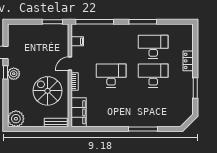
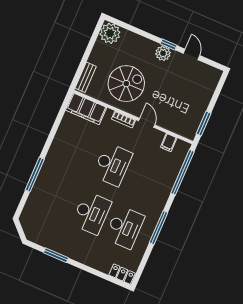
locker: (188, 61) -> (122, 274), moved

